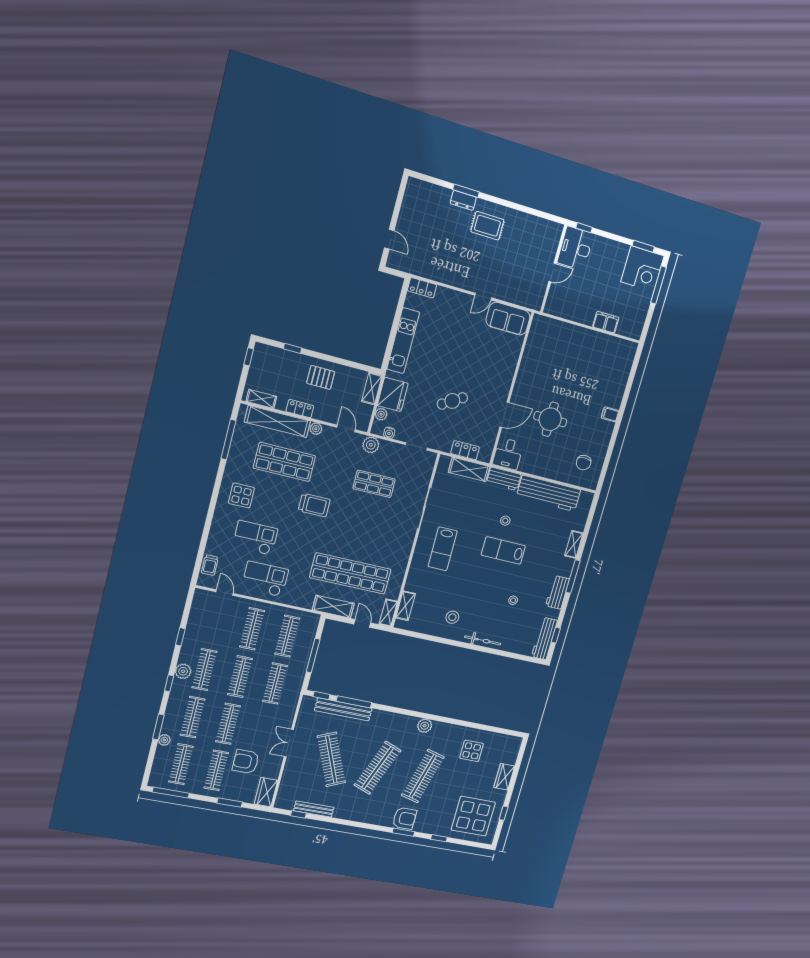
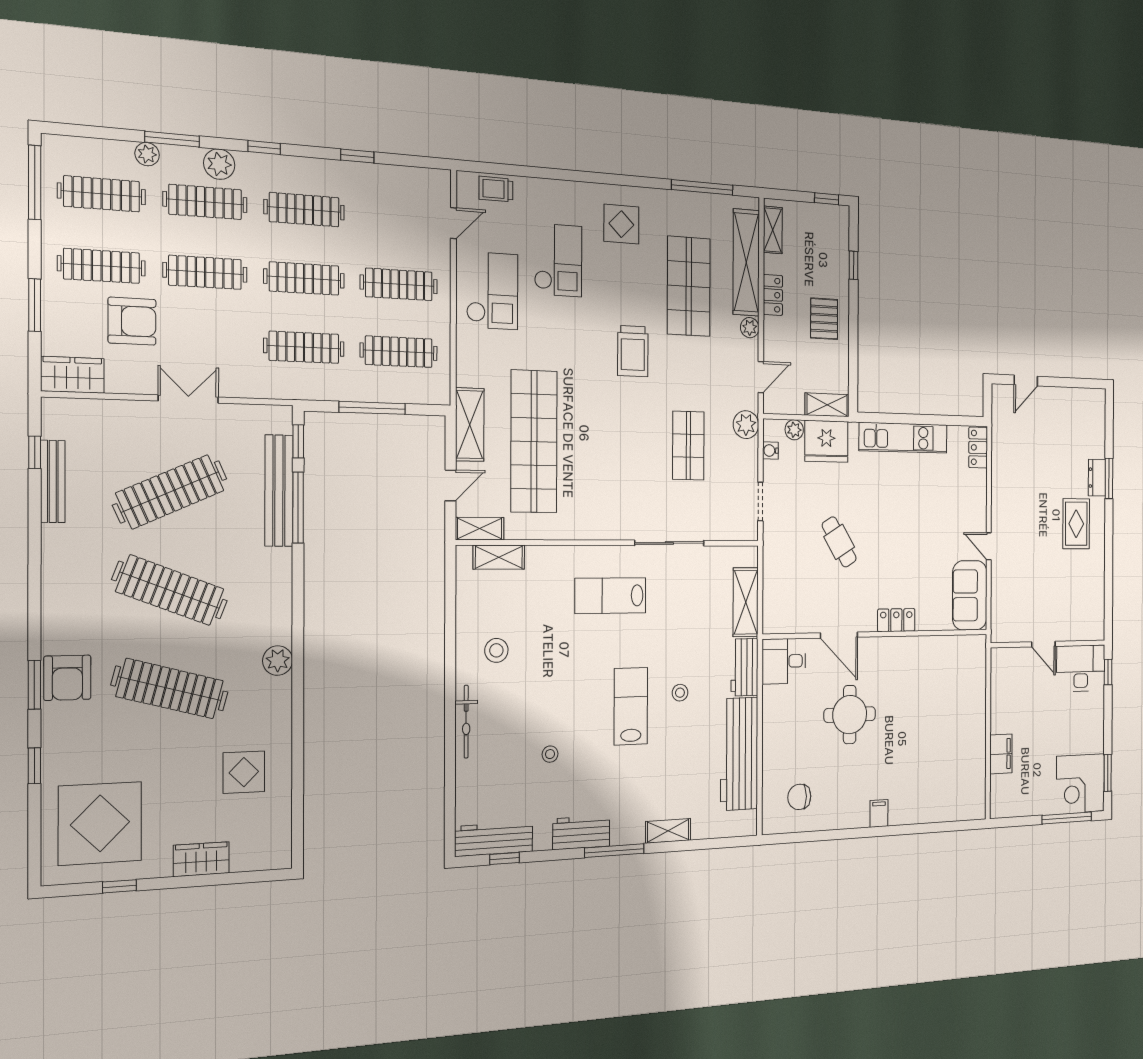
locker: (465, 450) -> (896, 620), moved, turned -90
plant: (183, 671) -> (219, 164), moved
armchair: (246, 762) -> (132, 321), turned 90

